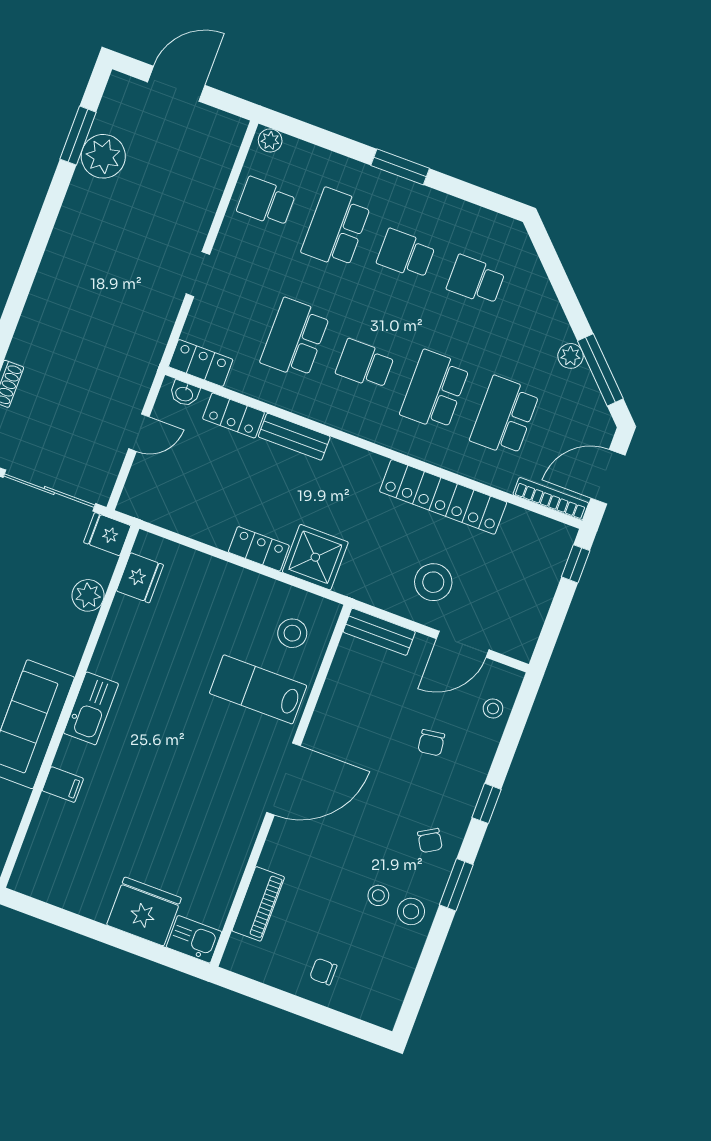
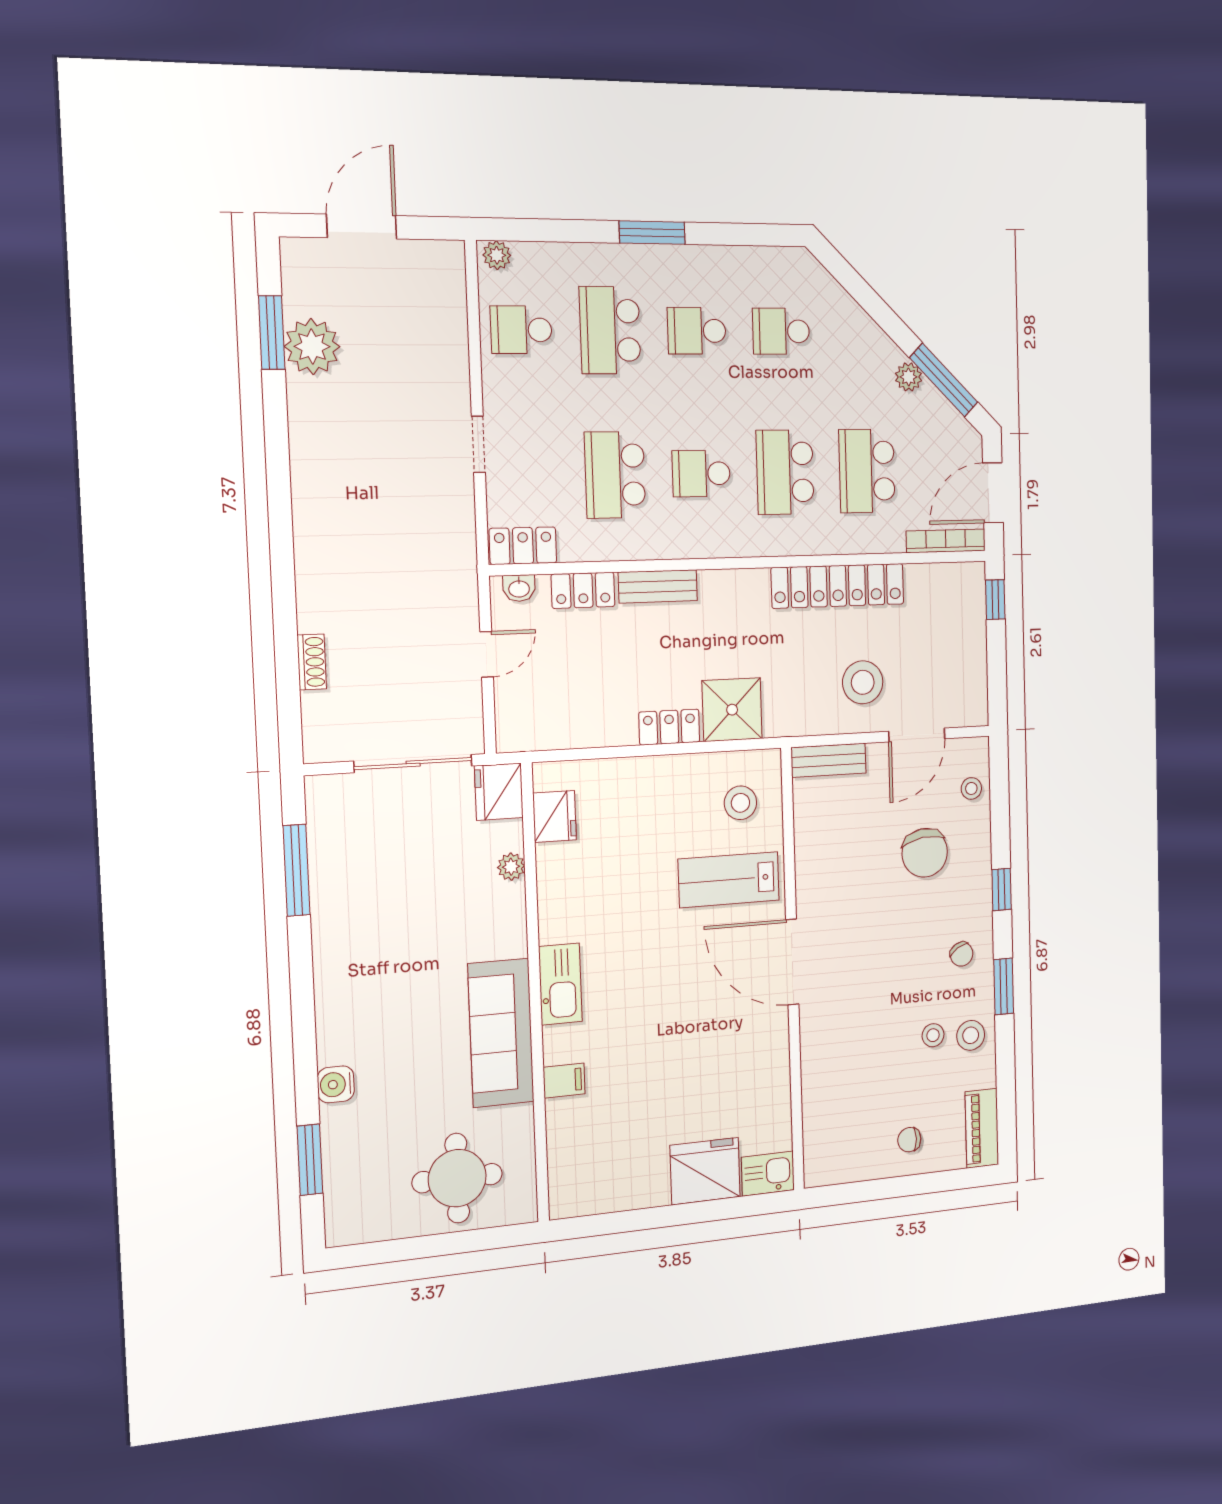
fridge: (107, 534) -> (499, 792), width x1.38
plant: (88, 595) -> (511, 867), width x0.73, depth x0.73
chair: (431, 743) -> (925, 853), width x1.87, depth x1.87
door: (283, 779) -> (792, 962), swing flipped
piano: (258, 904) -> (982, 1128), moved, turned 180

